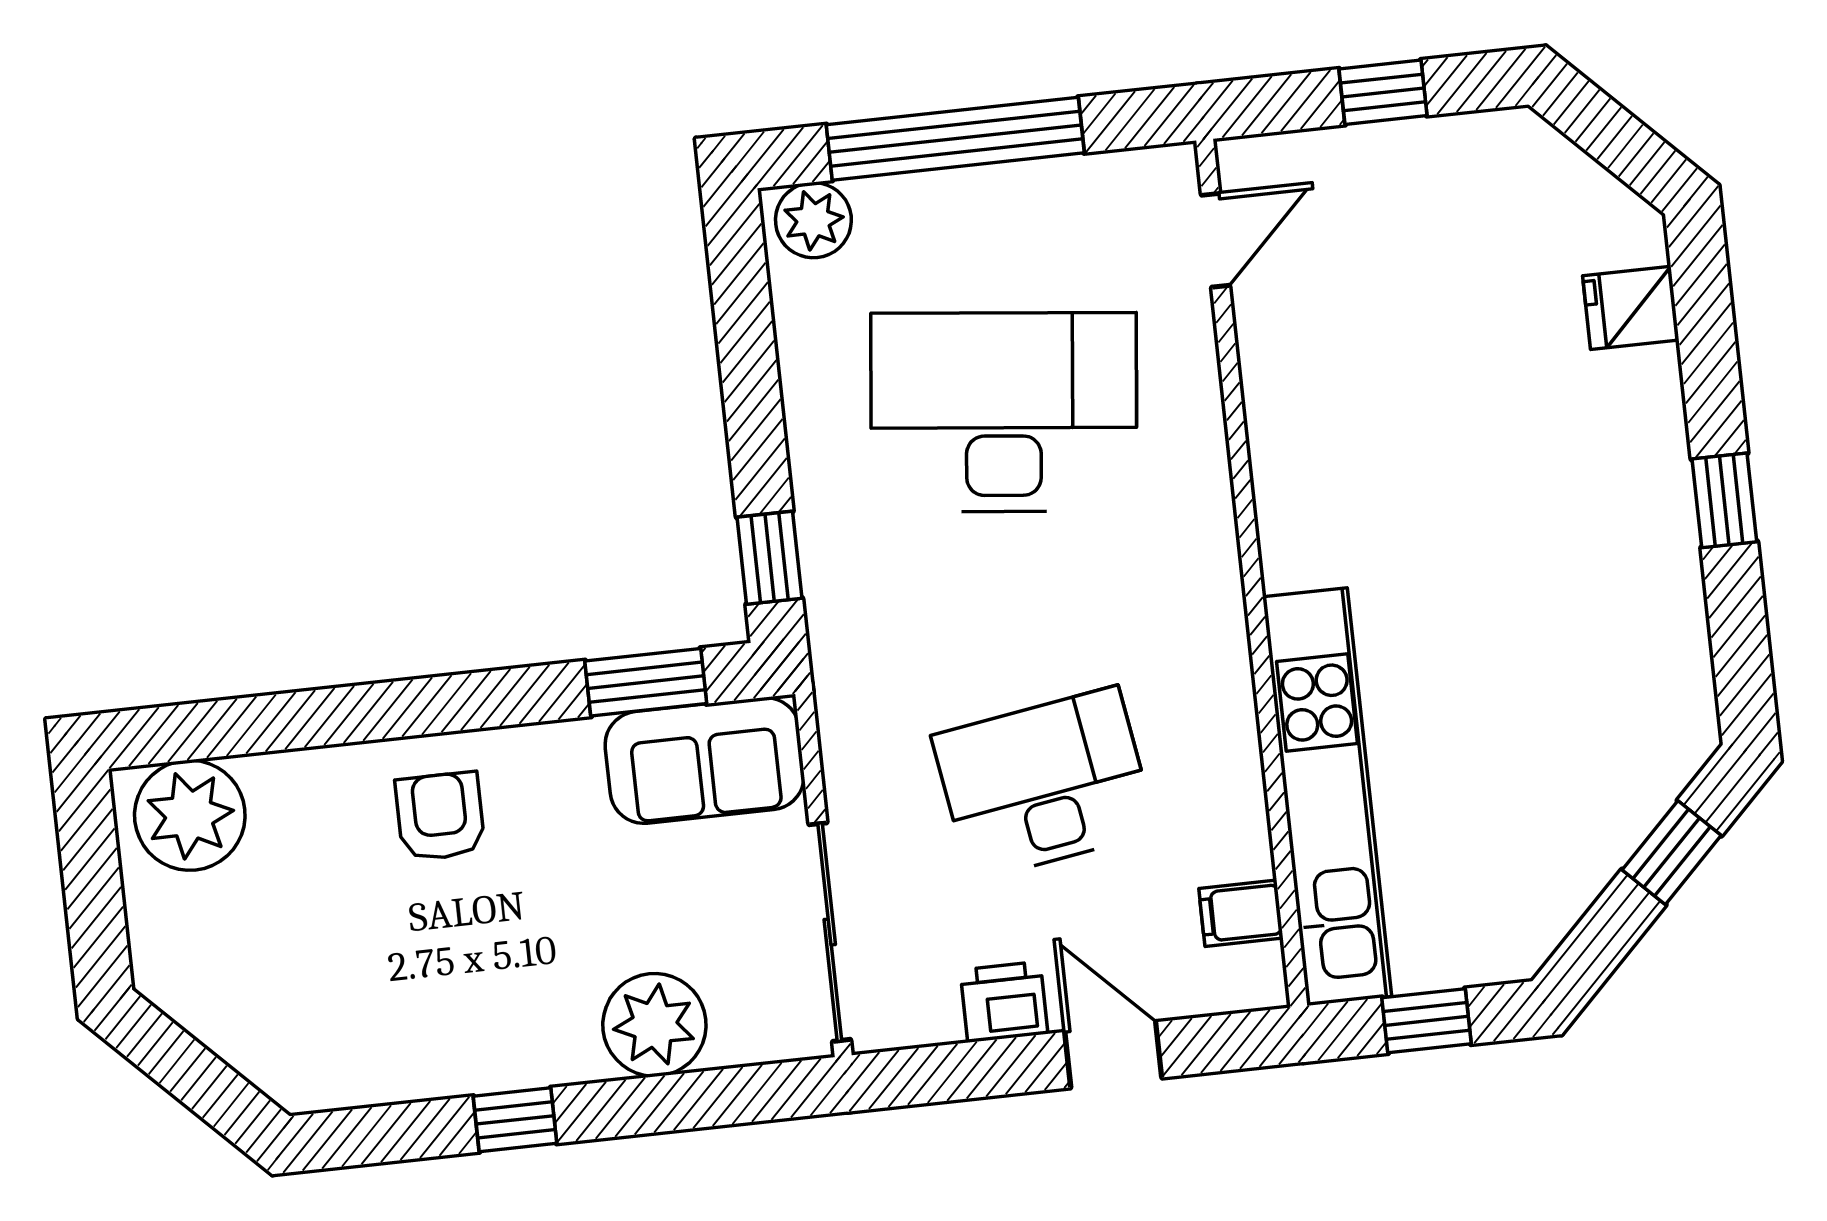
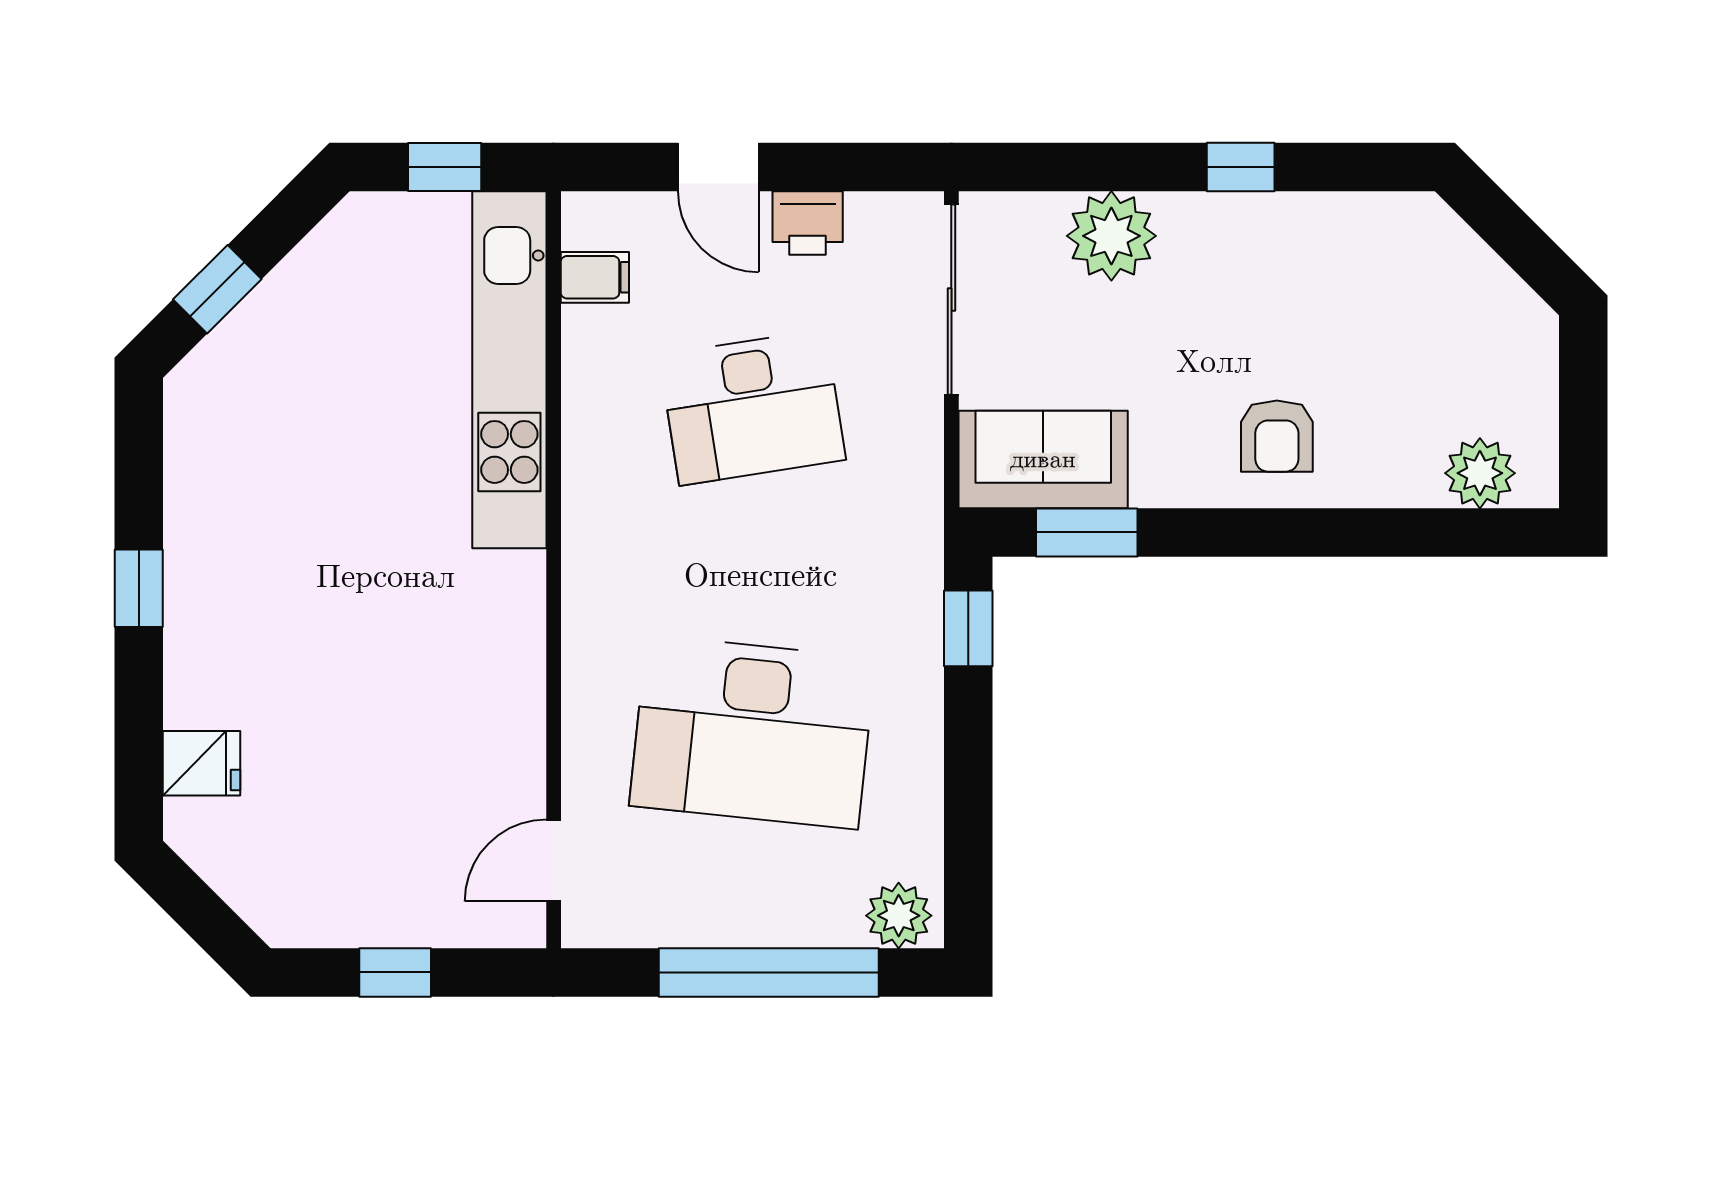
plant: (190, 815) -> (1480, 473), width x0.73, depth x0.73

